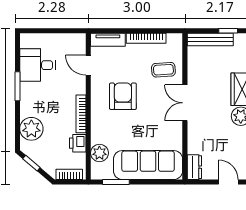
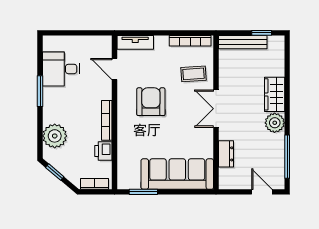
bookcase: (146, 38) -> (190, 41), moved
plant: (99, 153) -> (126, 161), removed
dresser: (194, 167) -> (226, 154), moved

